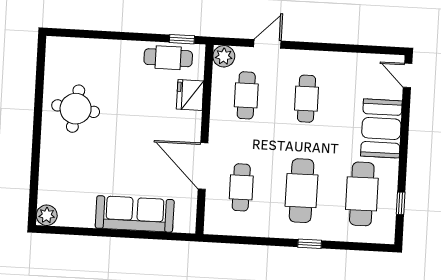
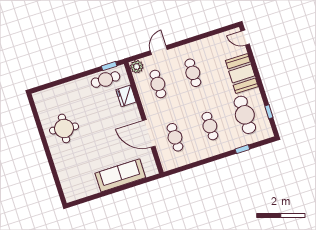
cafe table: (302, 191) -> (210, 126), width x0.73, depth x0.74
plant: (47, 215) -> (71, 195), removed
window: (310, 244) -> (242, 149), moved

